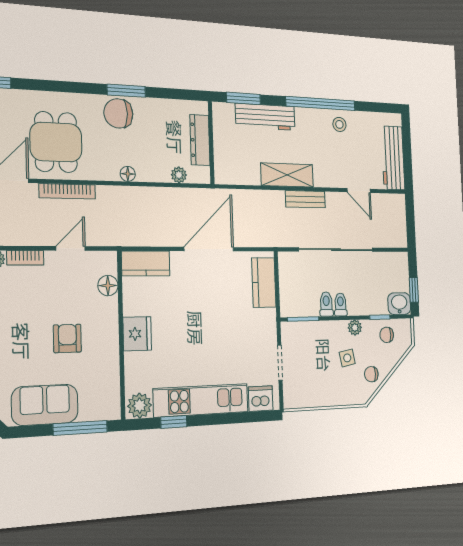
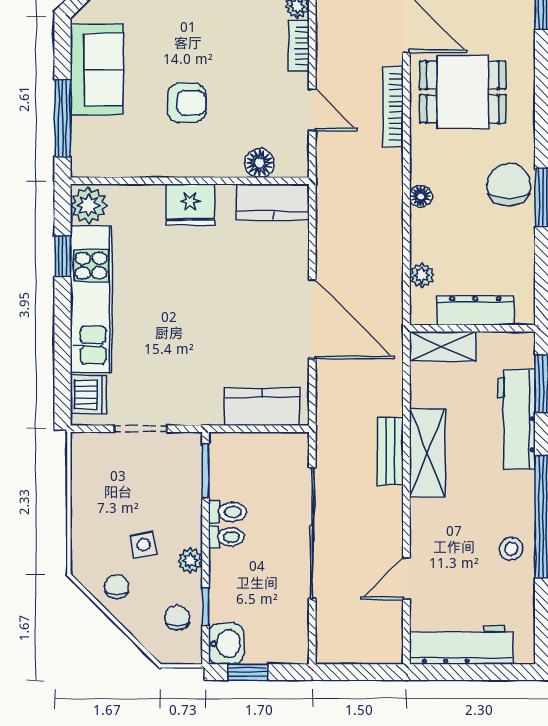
shelving: (223, 163) -> (443, 346), added
bench: (305, 199) -> (390, 451), moved
kitchen counter: (146, 263) -> (273, 202), moved, turned -90

